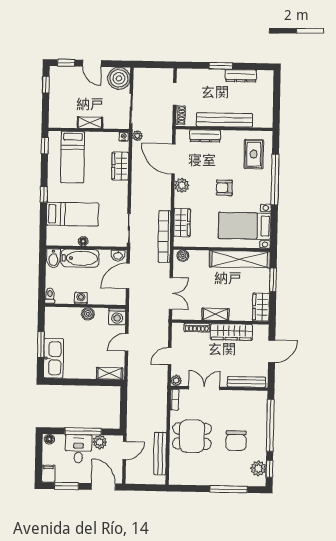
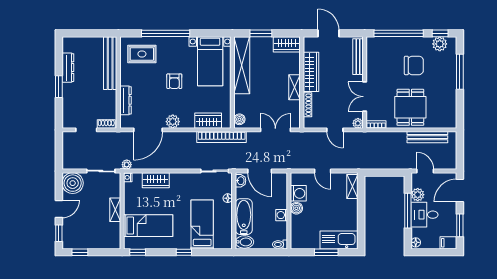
bench: (224, 120) -> (110, 63), moved
floor lamp: (83, 241) -> (228, 198), moved
washing machine: (117, 316) -> (298, 193), moved

